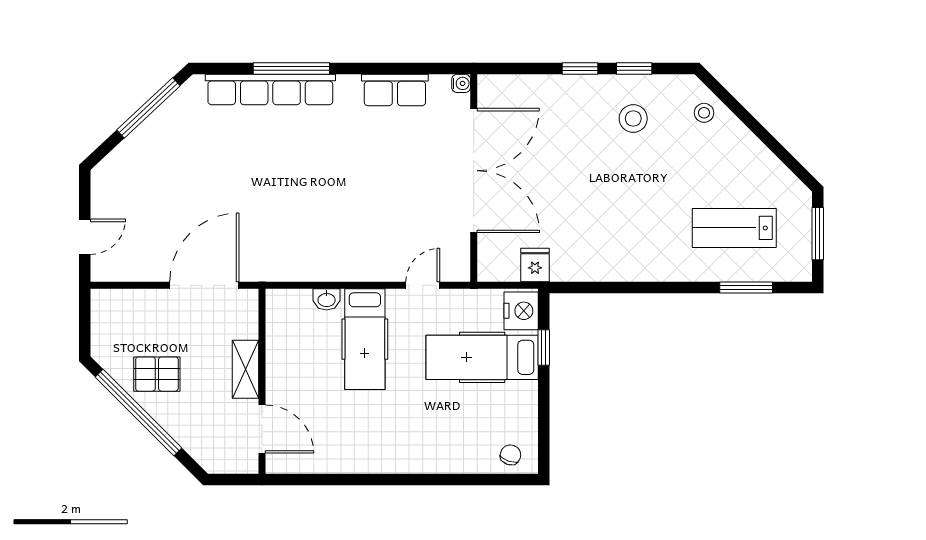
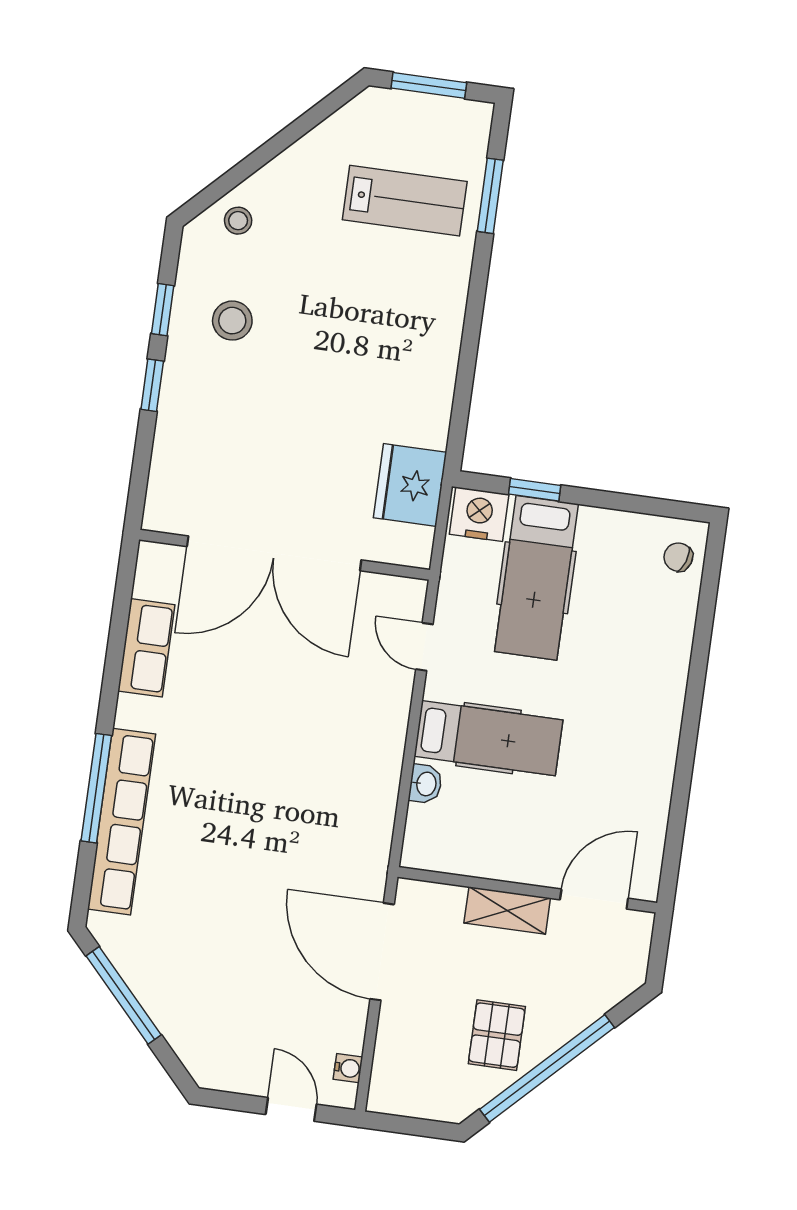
water cooler: (461, 83) -> (348, 1068), moved, turned 90
double door: (474, 171) -> (274, 553), swing flipped
lab bench: (734, 228) -> (405, 201), turned -90
fridge: (535, 265) -> (410, 485), width x1.88, depth x1.34

